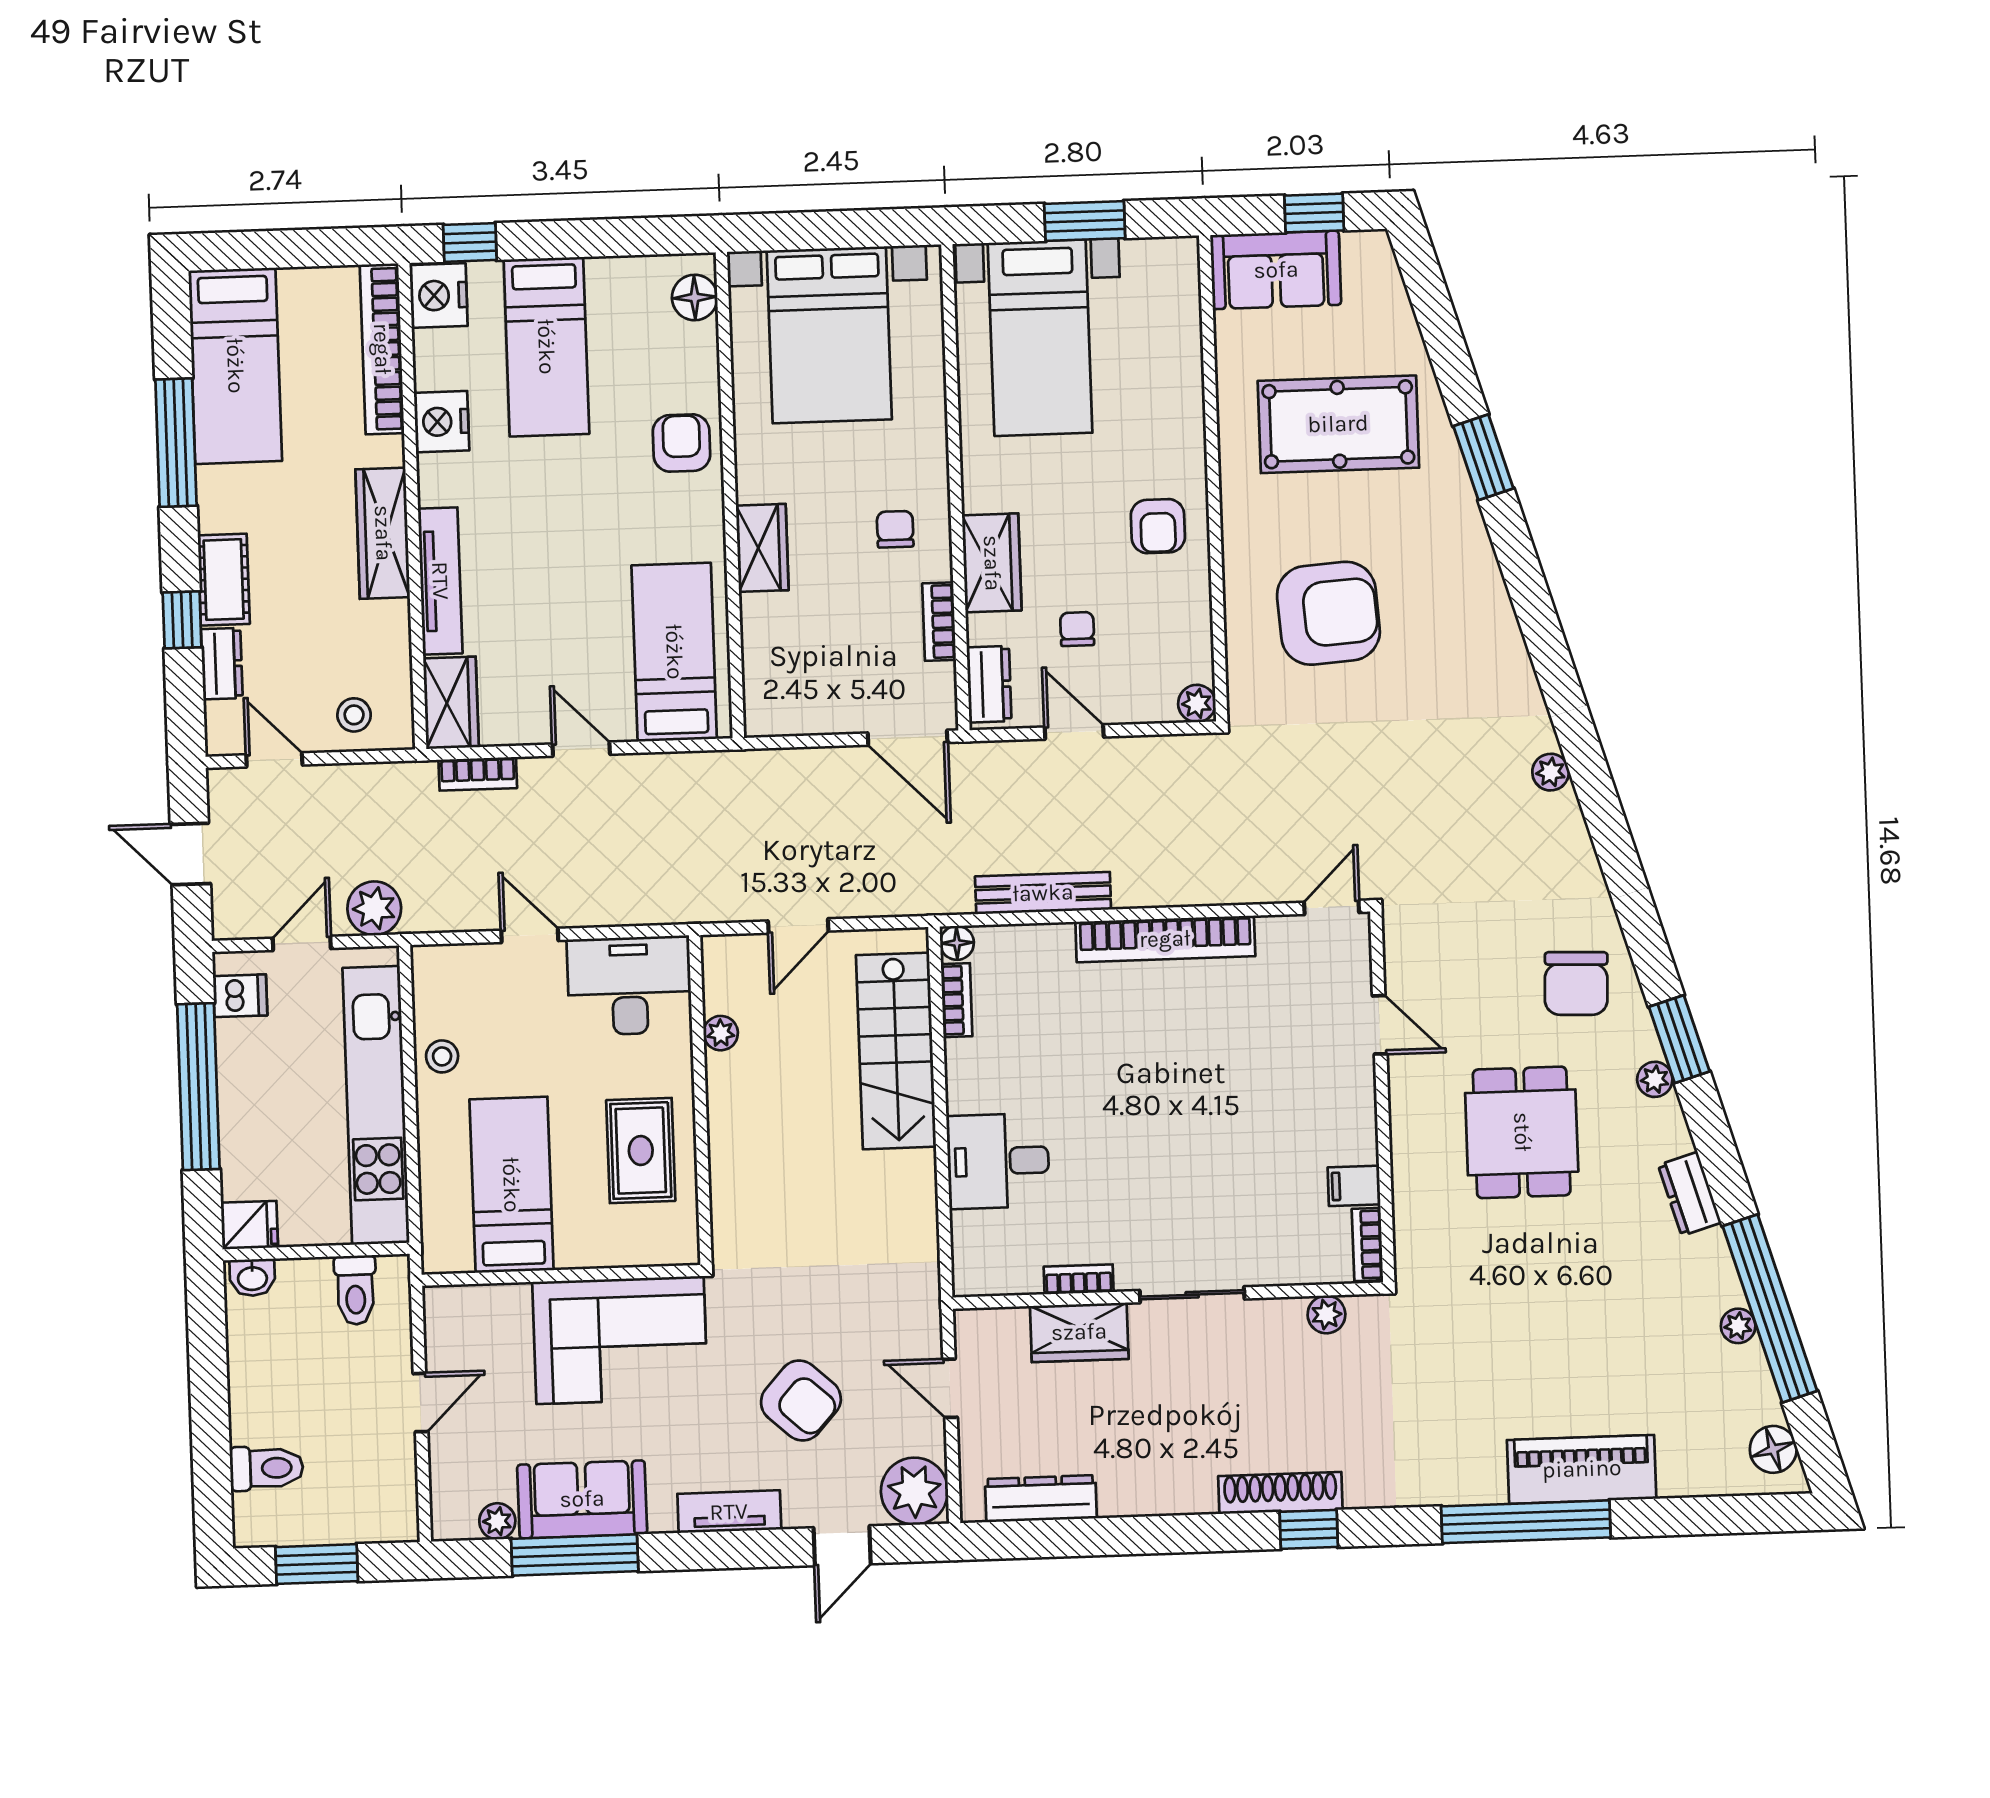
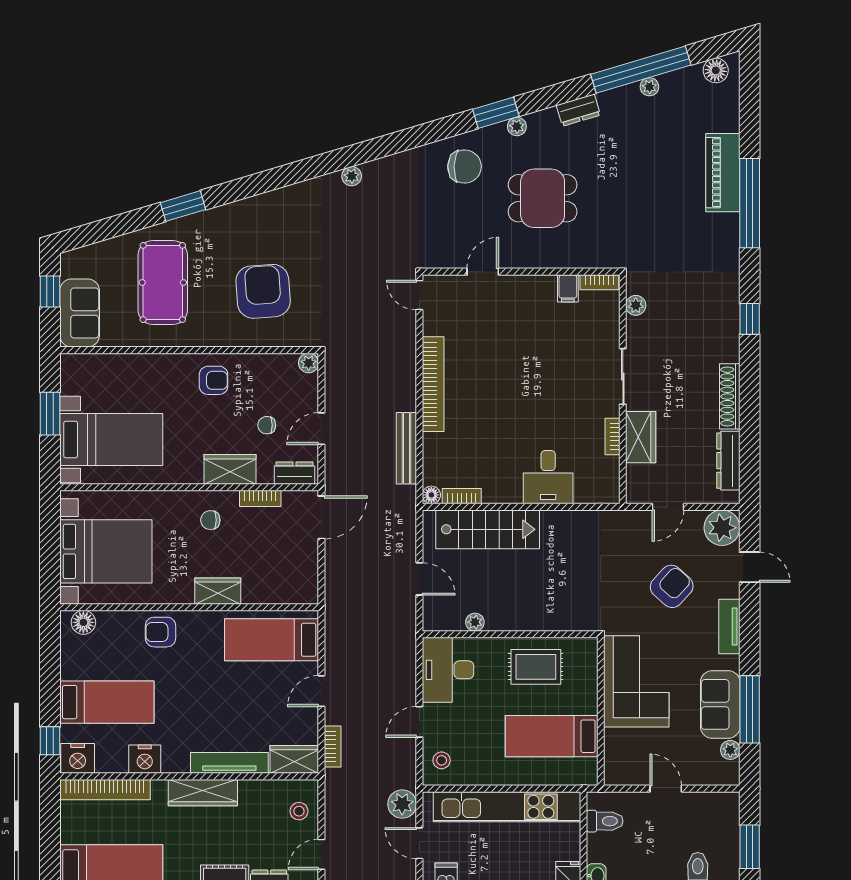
stool: (442, 1056) -> (442, 760), moved
shoe rack: (1280, 1493) -> (730, 396), moved

